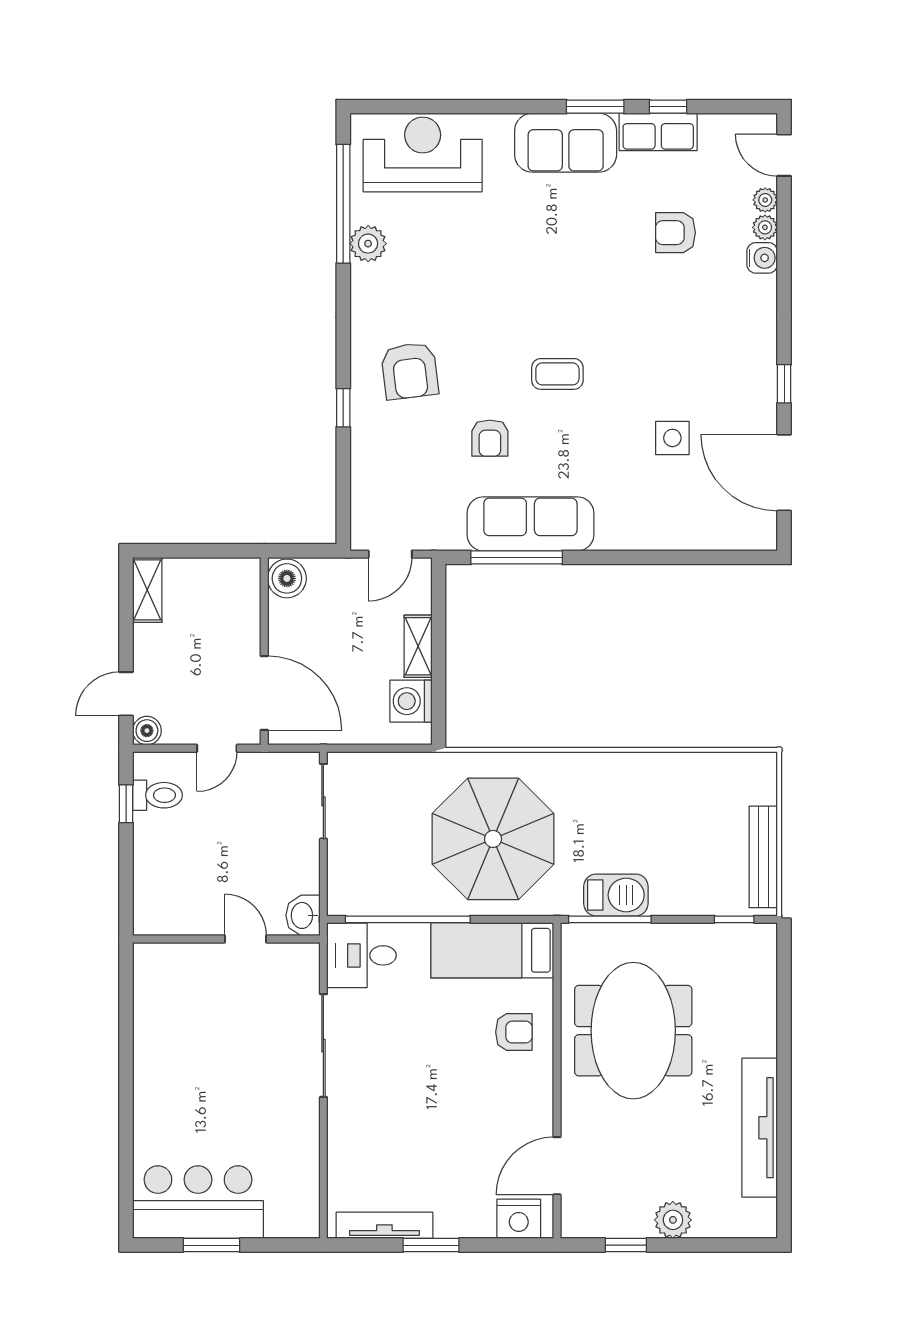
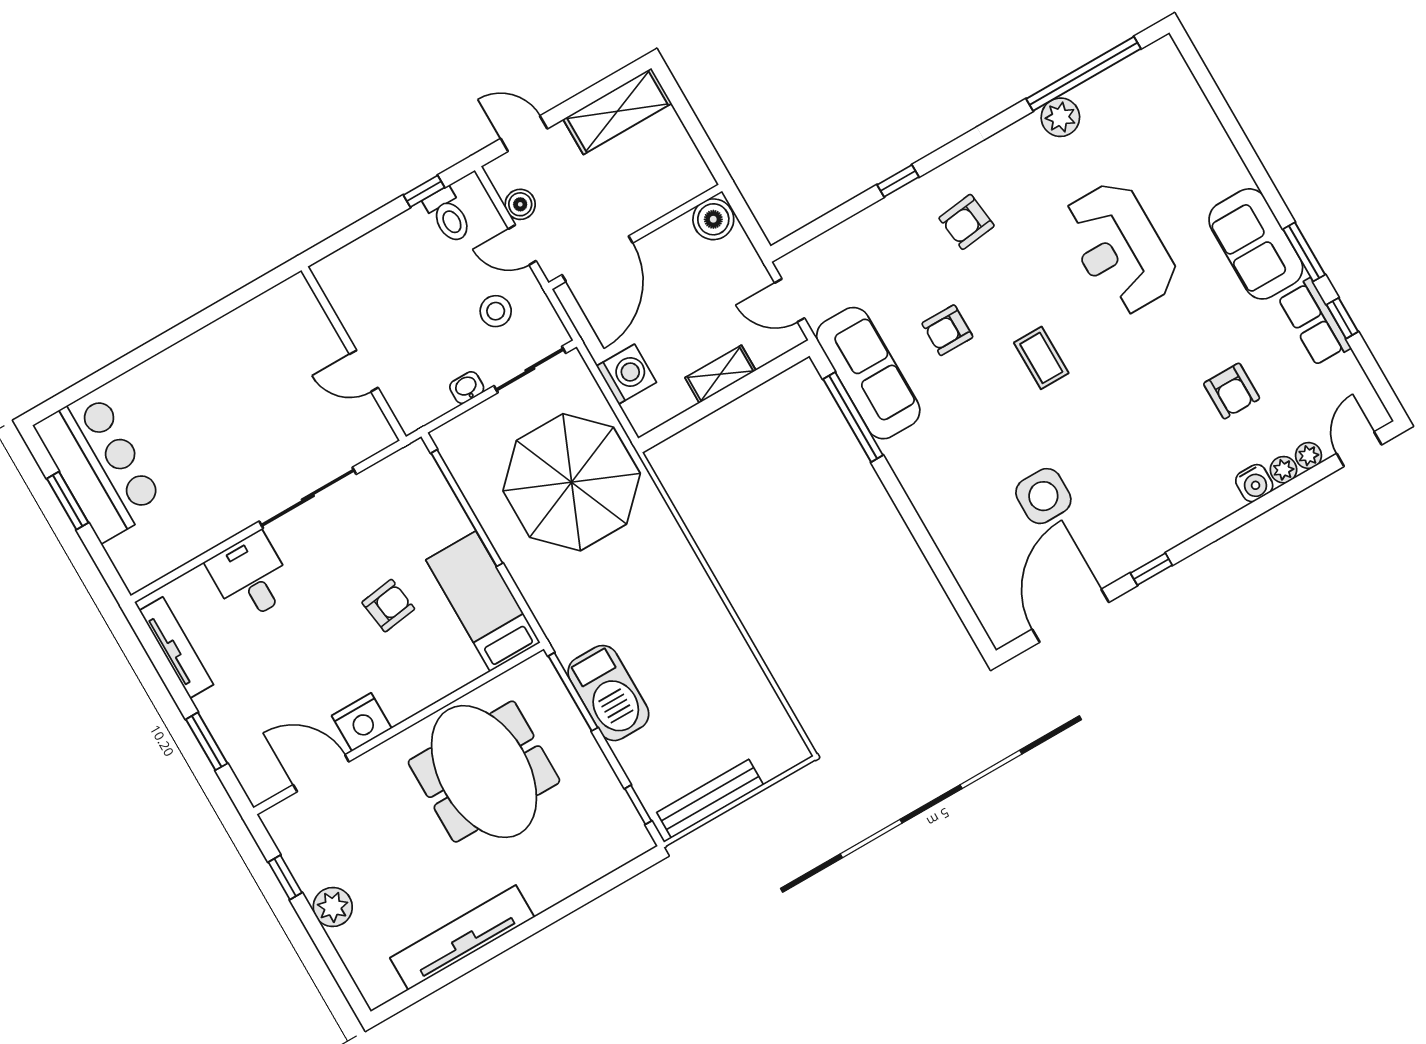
reception desk: (423, 154) -> (1120, 248), moved, turned 180
armchair: (675, 233) -> (1232, 391), turned 180
armchair: (410, 371) -> (967, 222), width x0.72, depth x0.72
side table: (672, 438) -> (1043, 496), width x1.37, depth x1.37
sofa: (530, 524) -> (868, 373), moved
shelving: (147, 590) -> (617, 111), width x1.50, depth x1.33
washing machine: (411, 701) -> (626, 374), moved, turned 90
boiler: (147, 731) -> (520, 204), moved
stool: (259, 802) -> (496, 311), added
parasol: (493, 839) -> (572, 482), moved
barbecue: (616, 895) -> (608, 693), width x1.37, depth x1.21
washbasin: (303, 915) -> (467, 388), moved, width x0.72, depth x0.69
door: (246, 939) -> (364, 371), swing flipped
desk: (361, 955) -> (251, 577), moved
meeting table: (633, 1031) -> (484, 772), turned 90
armchair: (514, 1032) -> (388, 606), moved, turned -98
nightstand: (519, 1219) -> (362, 722), moved, turned -90
window: (431, 1245) -> (207, 741), moved

